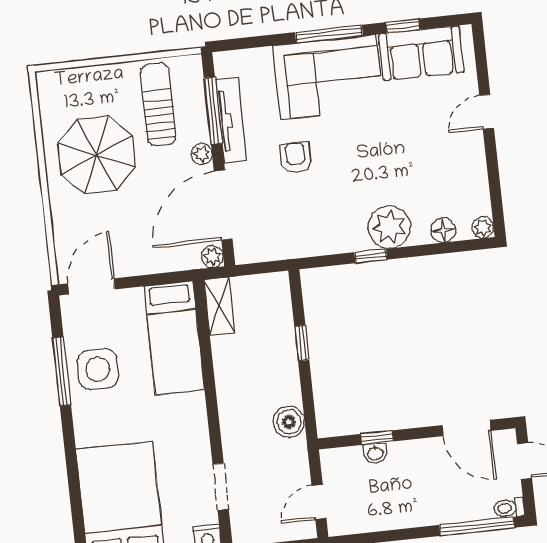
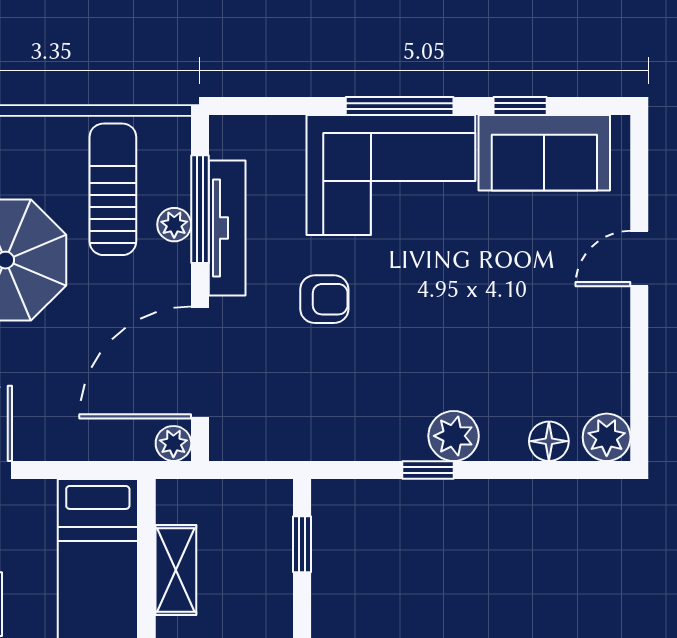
plant: (202, 154) -> (174, 225), moved
armchair: (296, 158) -> (324, 299), turned 90
plant: (389, 227) -> (454, 436), width x0.73, depth x0.73
plant: (483, 228) -> (607, 437), width x1.38, depth x1.38
shelving: (219, 306) -> (176, 570), moved
window: (302, 343) -> (302, 544), moved

